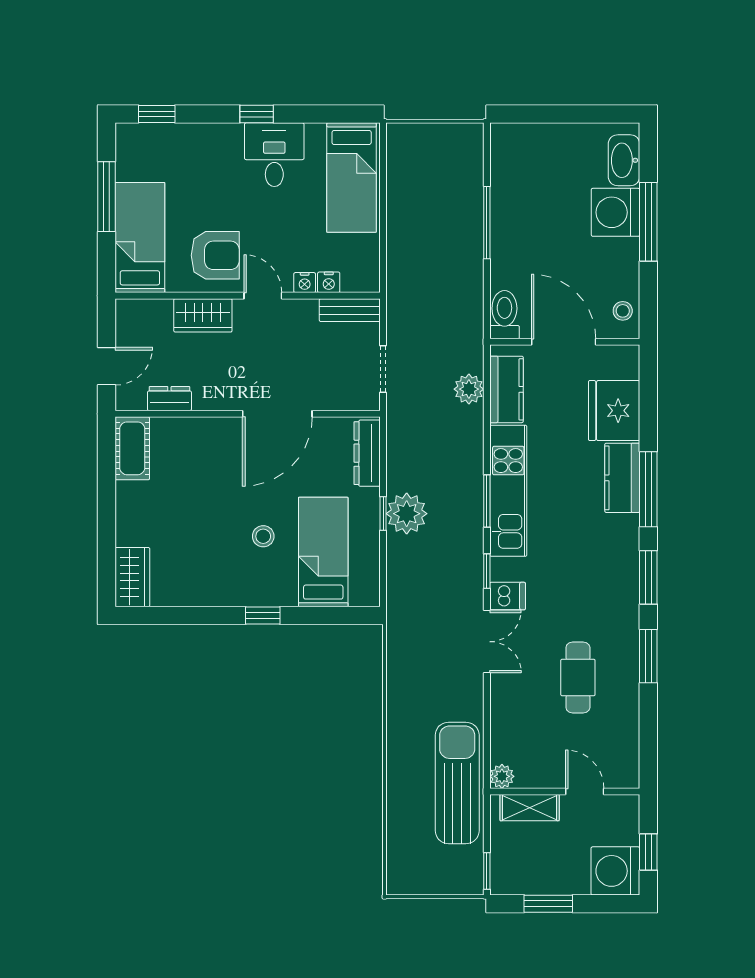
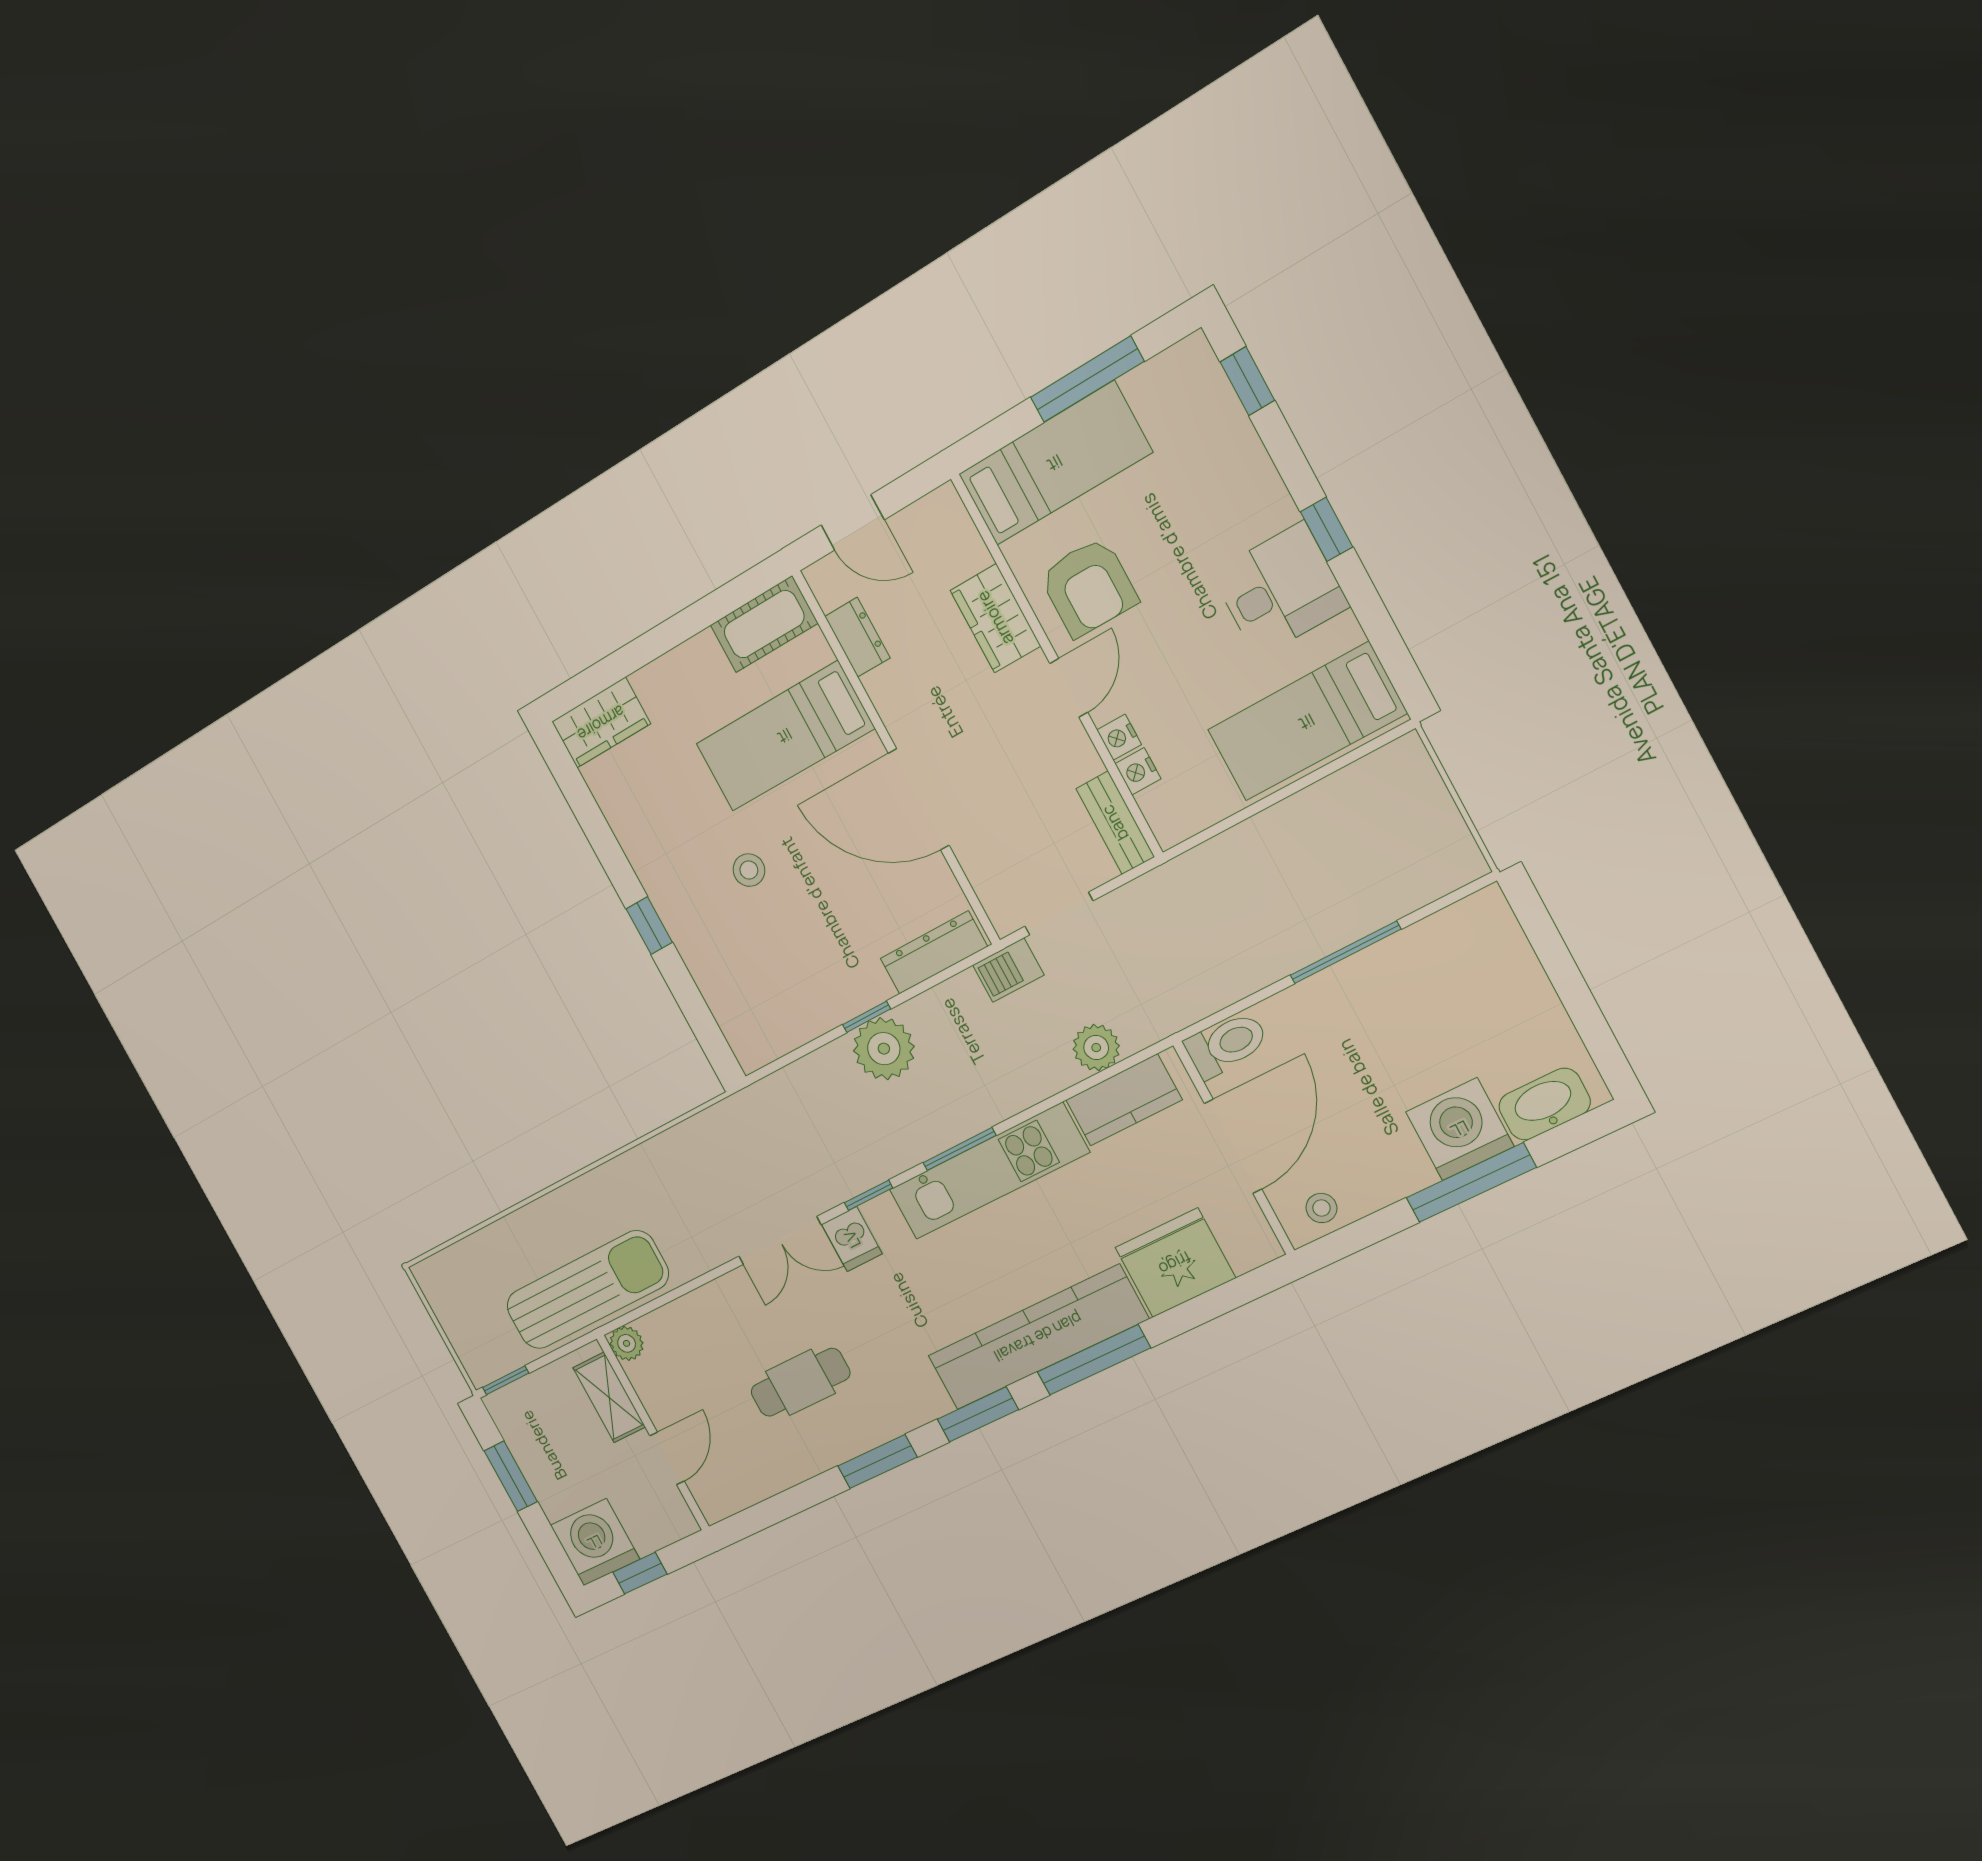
barbecue: (400, 415) -> (1008, 970), added
kitchen counter: (622, 478) -> (1038, 1337), width x2.08, depth x1.17
bed: (323, 552) -> (785, 736), moved, turned 180

